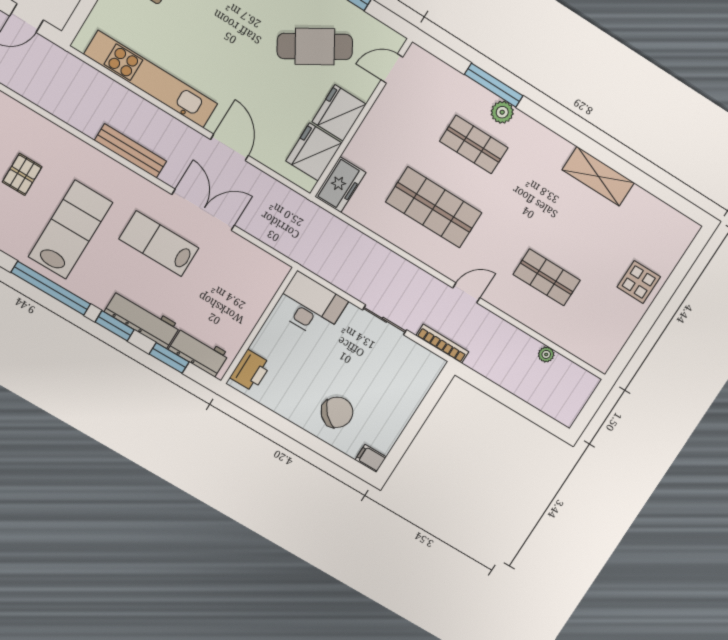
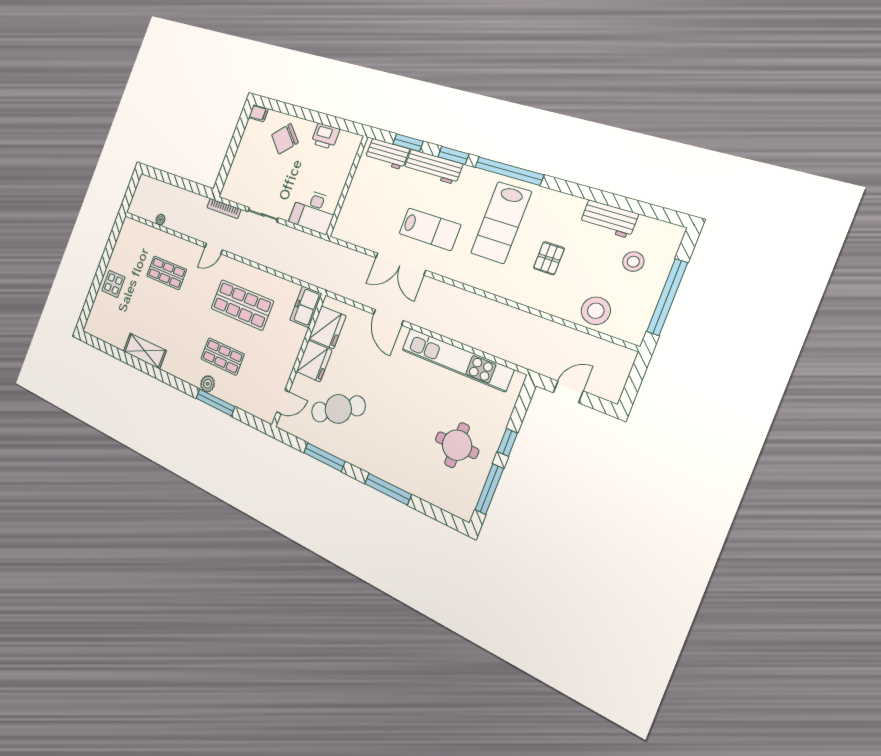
bench: (131, 151) -> (463, 298), removed
printer: (251, 371) -> (325, 136), moved, turned -90

